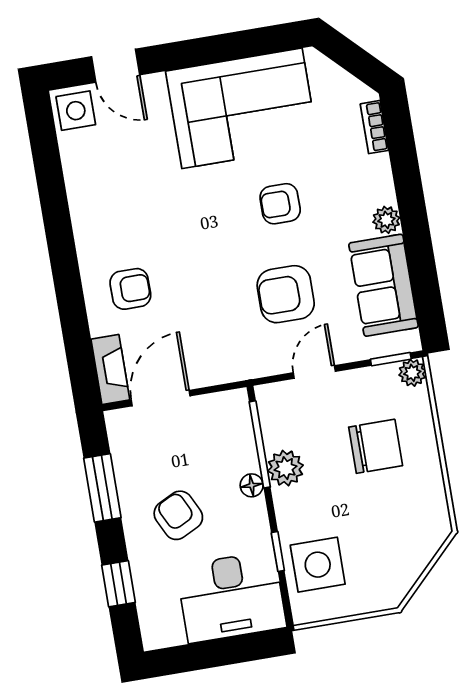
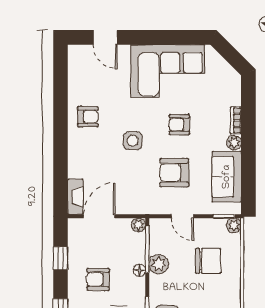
side table: (76, 111) -> (133, 141), moved
bookcase: (374, 127) -> (236, 120), moved
armchair: (130, 289) -> (88, 117), moved
door: (314, 372) -> (182, 216), swing flipped
plant: (236, 402) -> (139, 225), added
window: (102, 488) -> (61, 258), width x0.67
armchair: (178, 515) -> (98, 280), turned -64

